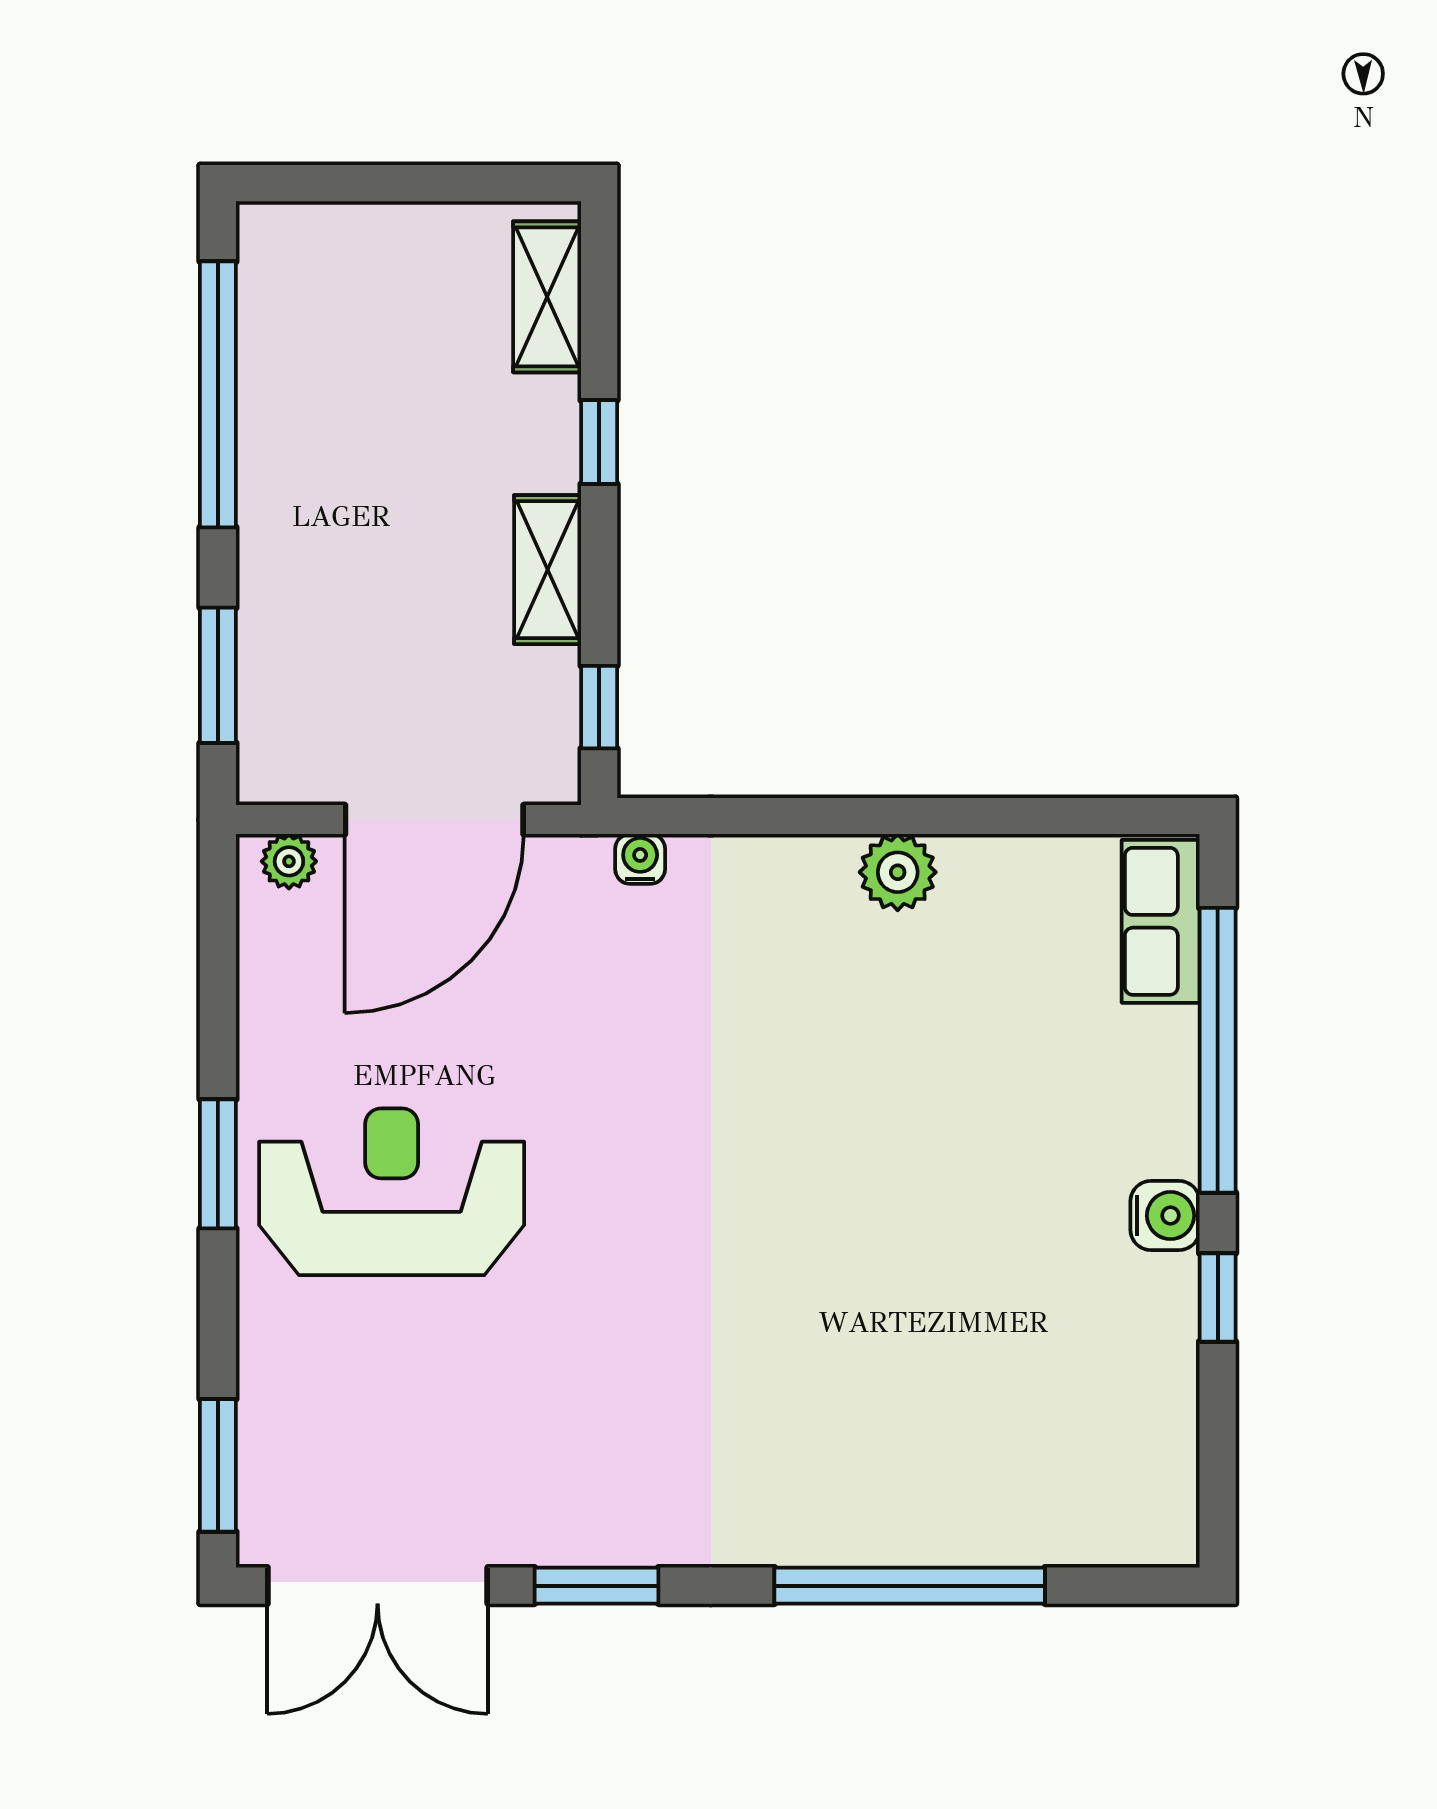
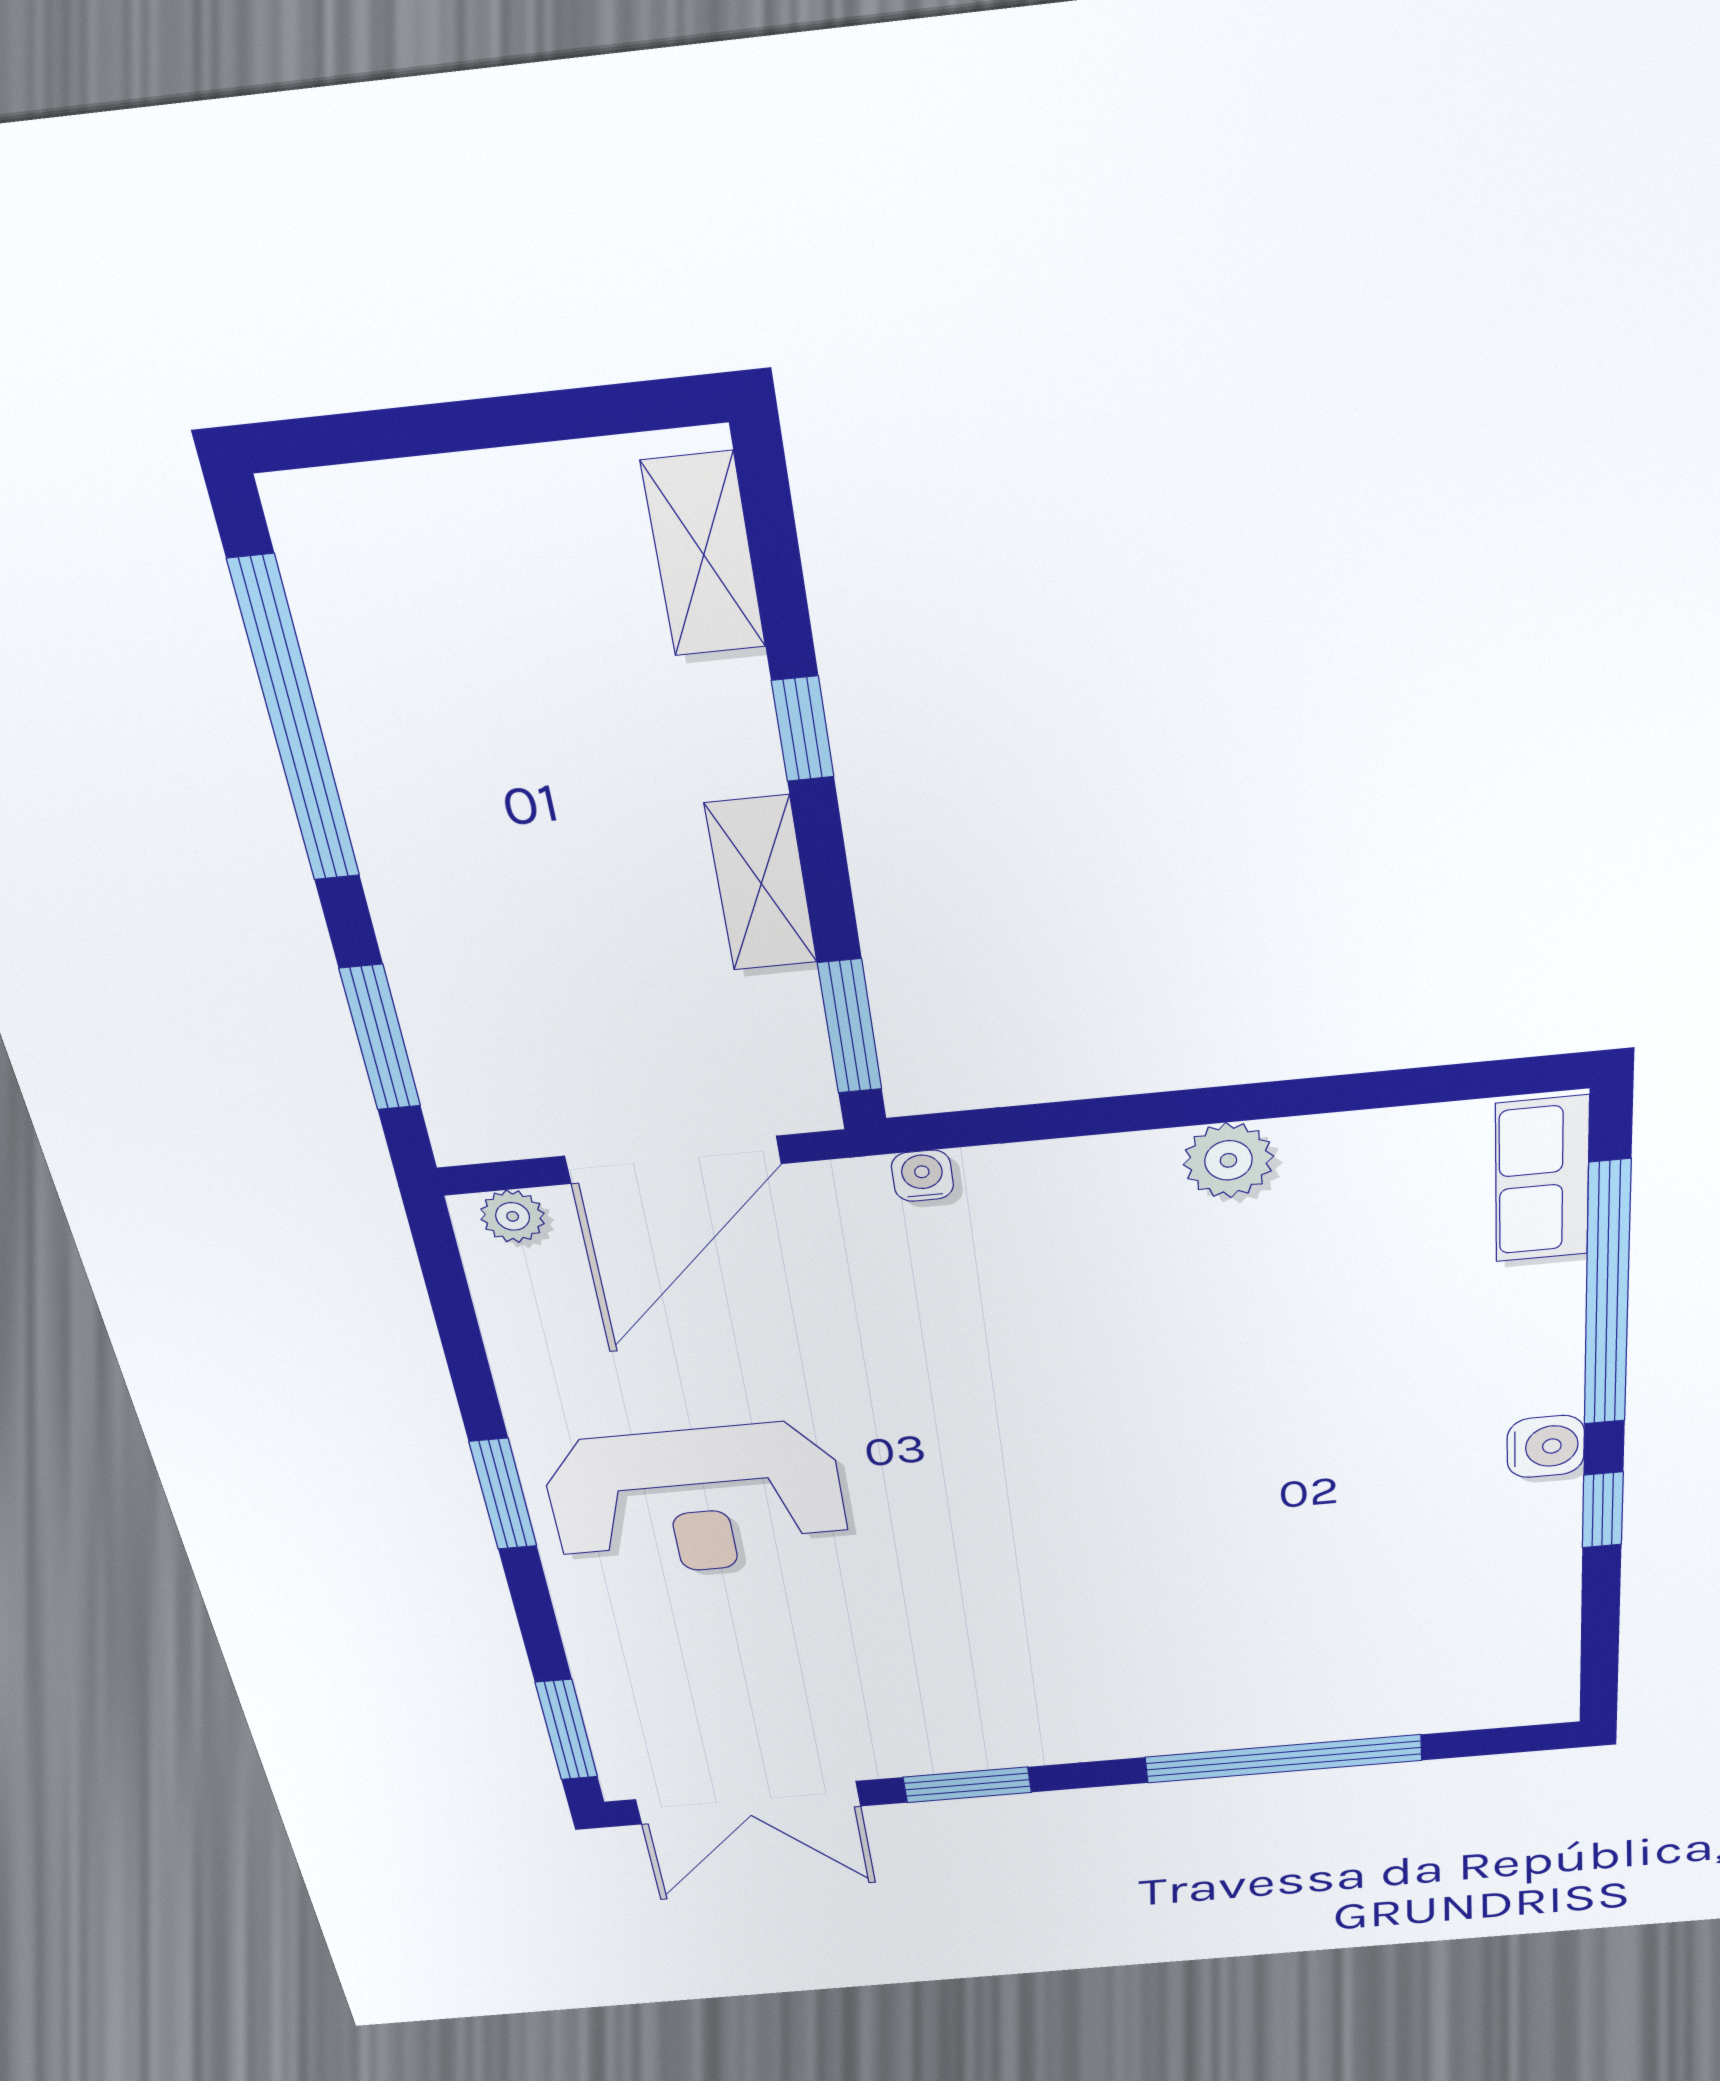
window: (599, 707) -> (850, 1027), width x1.50
reception desk: (392, 1192) -> (697, 1501), turned 180

